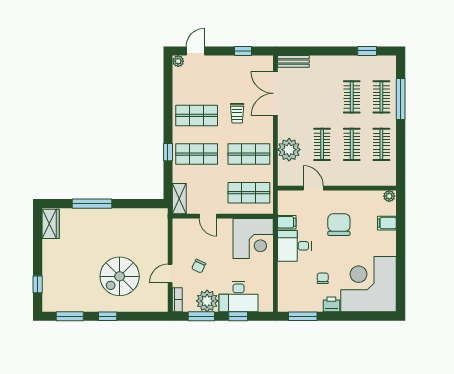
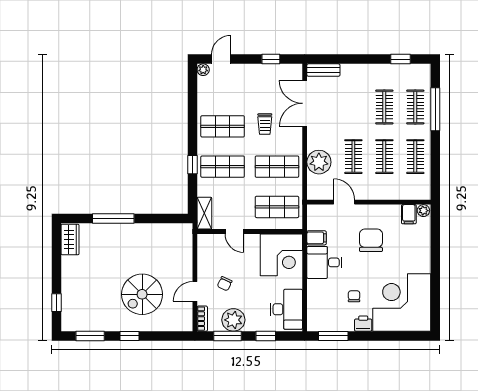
filing cabinet: (387, 223) -> (409, 214), moved, turned -90
desk: (239, 297) -> (286, 309), moved, turned -90

